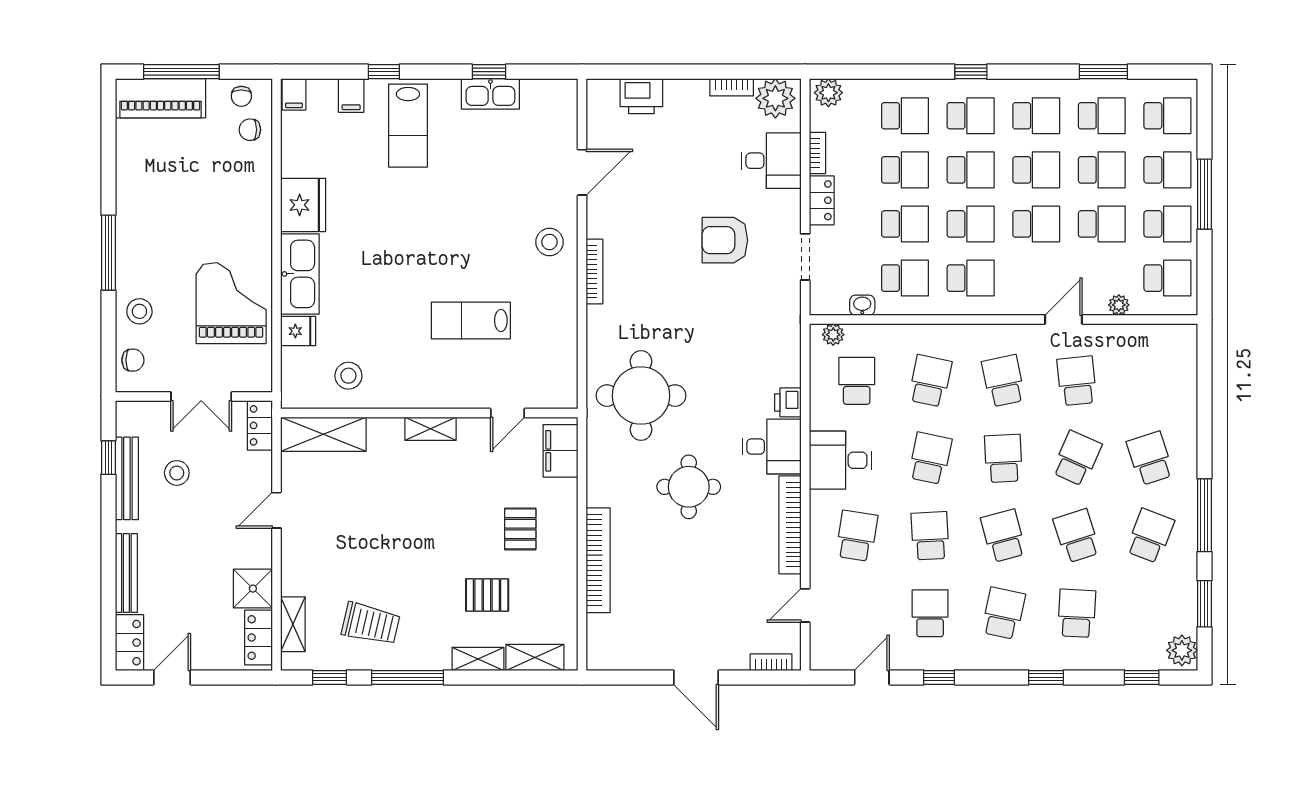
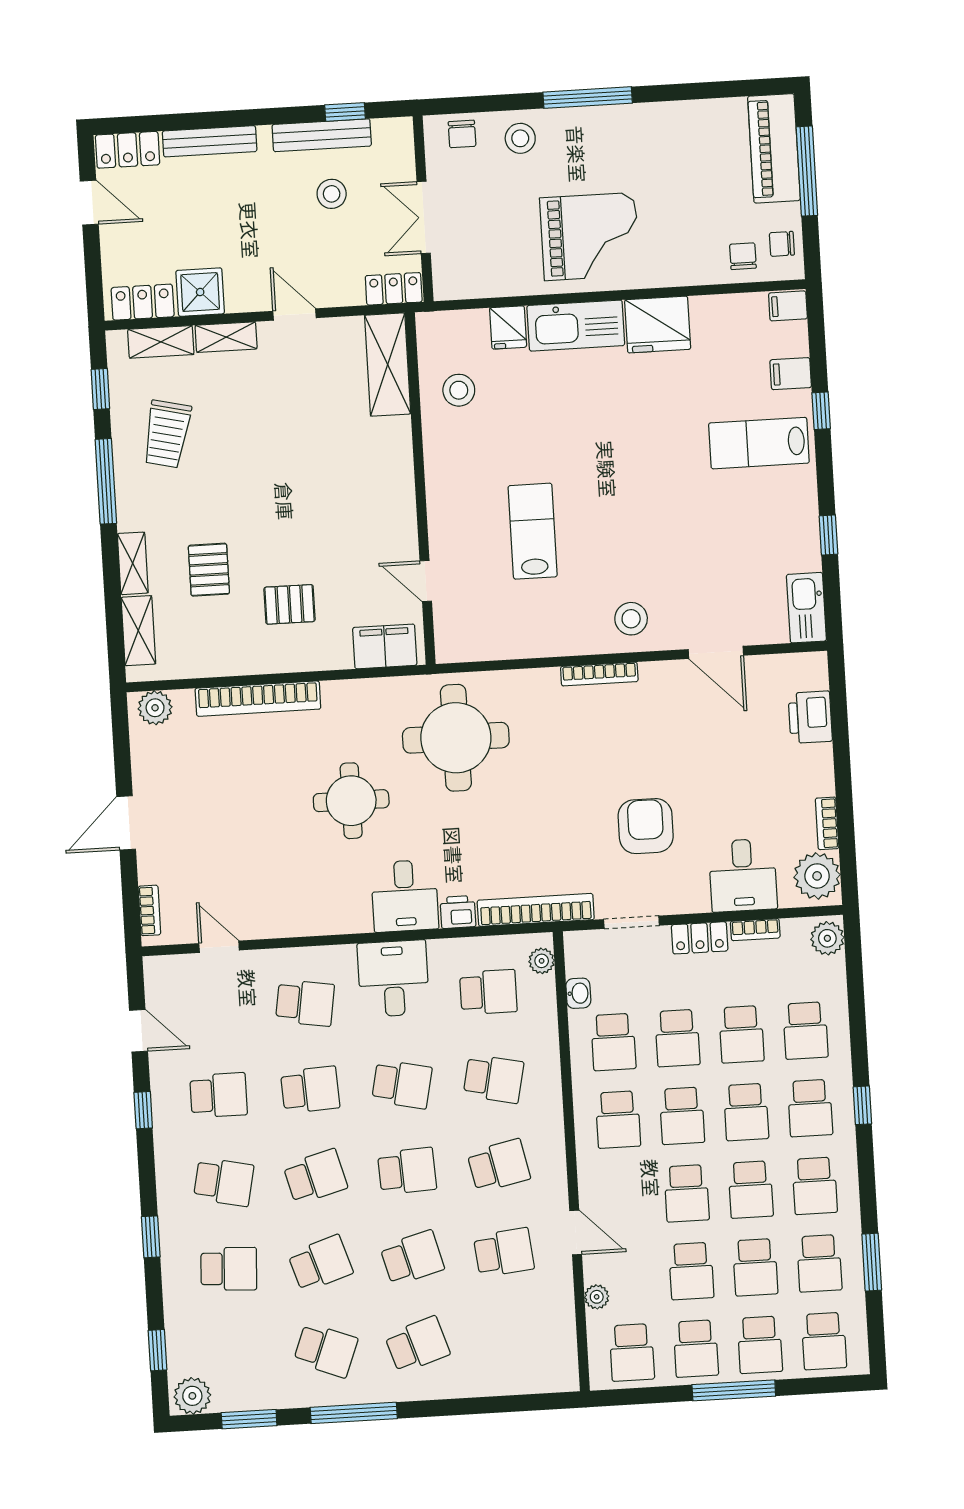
kitchen sink: (490, 94) -> (806, 608), moved
grand piano: (231, 303) -> (590, 237), moved
shelving: (431, 429) -> (226, 337), moved, turned 90
school desk: (1077, 458) -> (412, 1258), turned -39
bookcase: (790, 525) -> (536, 910), moved
plant: (601, 647) -> (155, 708), added

